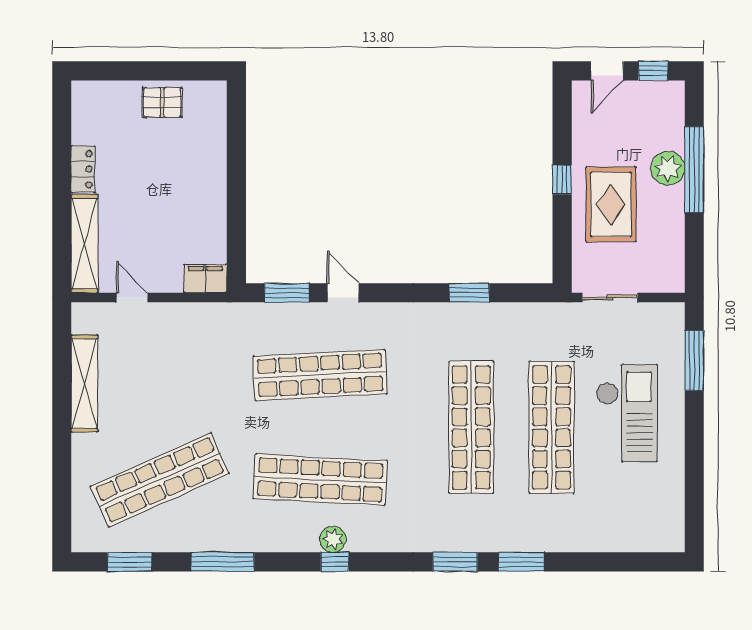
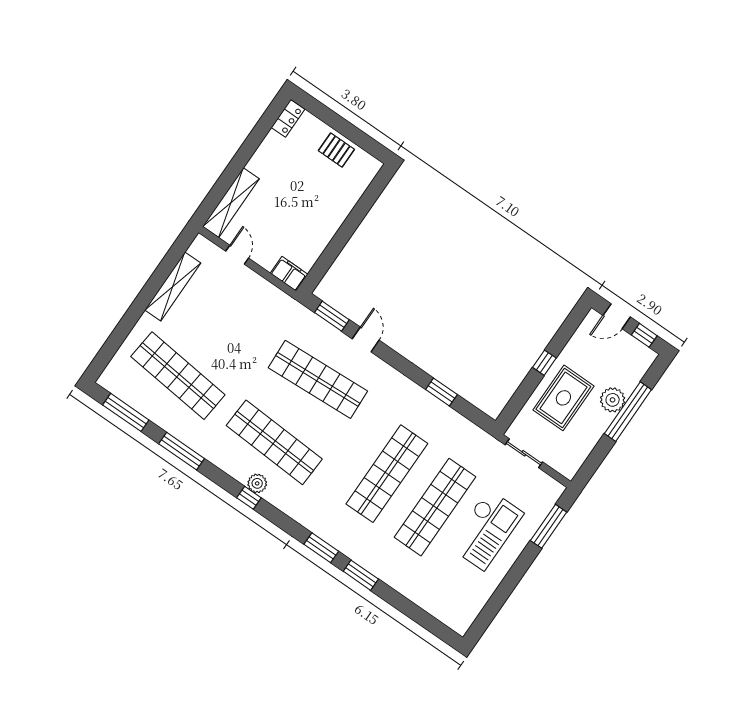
locker: (83, 169) -> (288, 118), moved
shop shelf: (160, 480) -> (178, 376), turned 30
window: (130, 562) -> (126, 412), width x1.44

